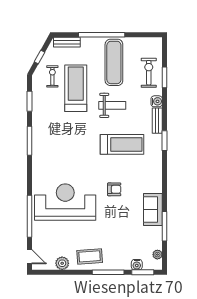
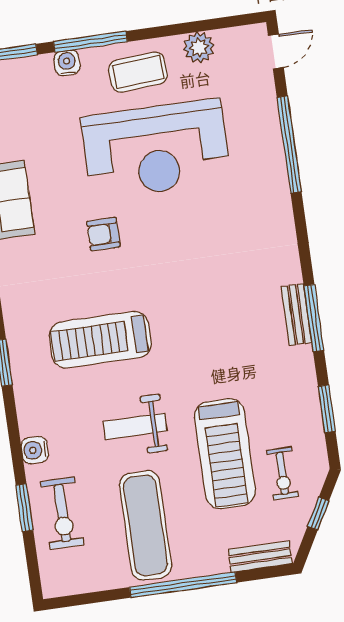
bench: (157, 121) -> (296, 315), moved
reception desk: (65, 202) -> (156, 149), moved
door: (30, 257) -> (276, 51), swing flipped
water cooler: (137, 265) -> (67, 63), moved

